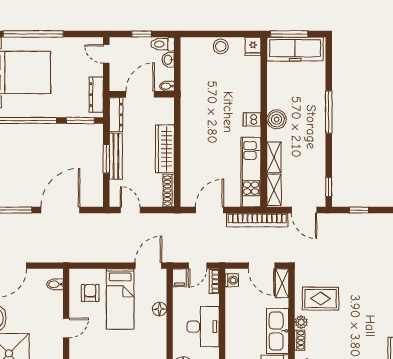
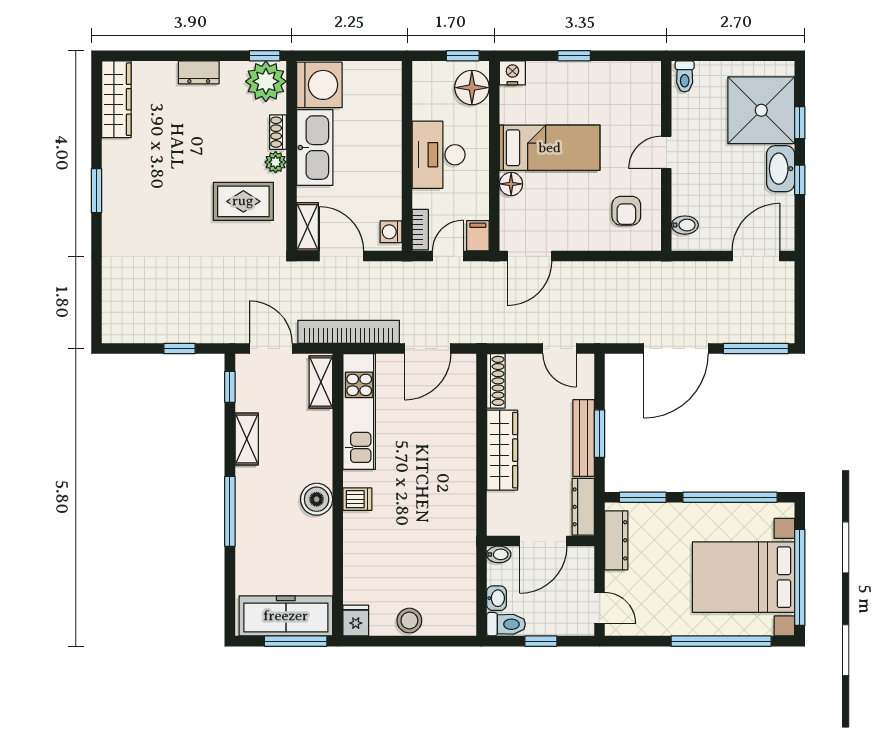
shelving: (274, 157) -> (247, 439), moved
bed: (120, 299) -> (550, 148), moved, turned 90

